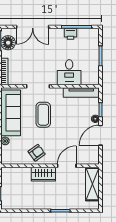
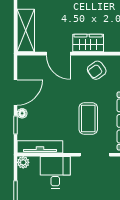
plant: (94, 80) -> (23, 162), added
door: (67, 166) -> (58, 54), hinge flipped

